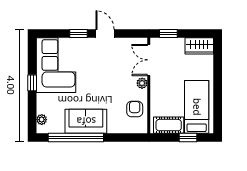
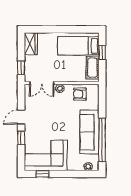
window: (32, 83) -> (42, 174), moved
sofa: (86, 121) -> (89, 132), width x1.36

